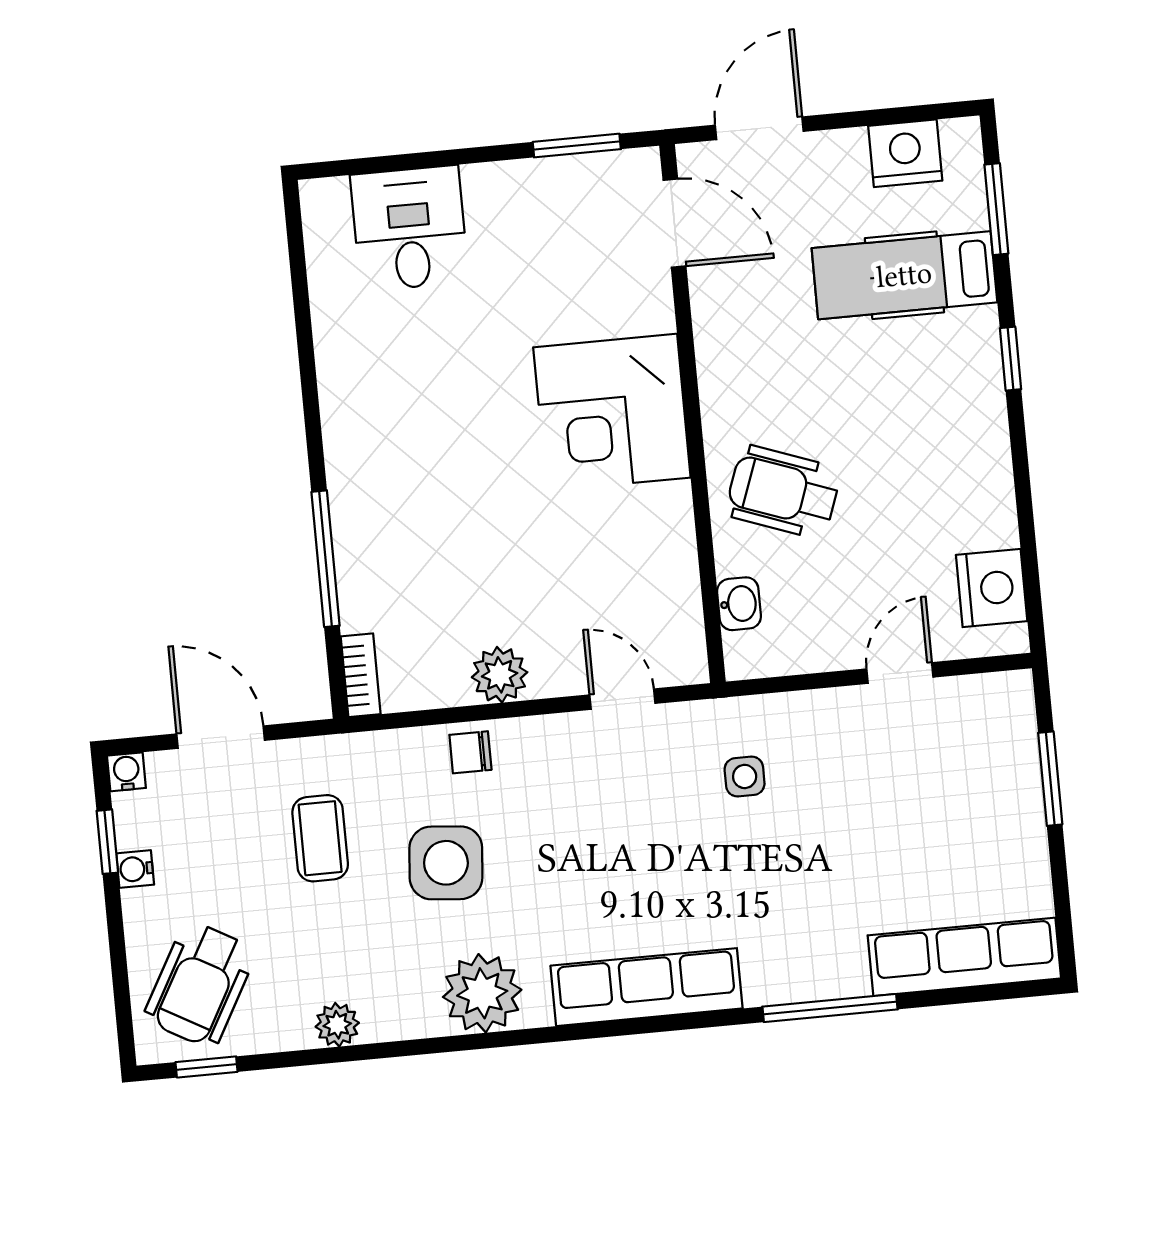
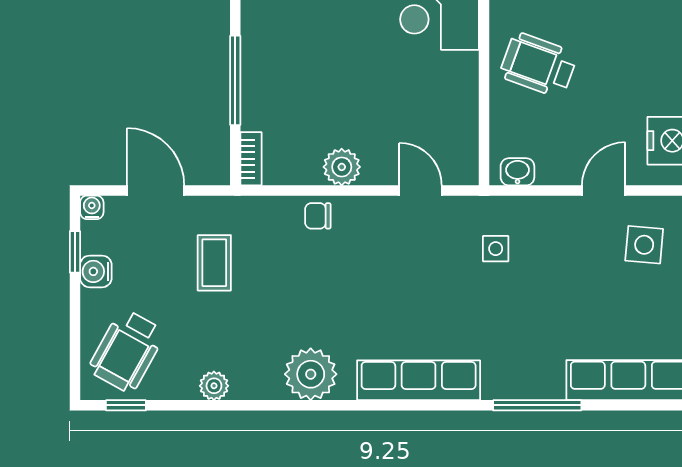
washbasin: (739, 604) -> (517, 172), moved, turned -90
side table: (446, 863) -> (644, 245), moved, width x0.73, depth x0.73
water cooler: (135, 869) -> (96, 271), width x1.38, depth x1.38

